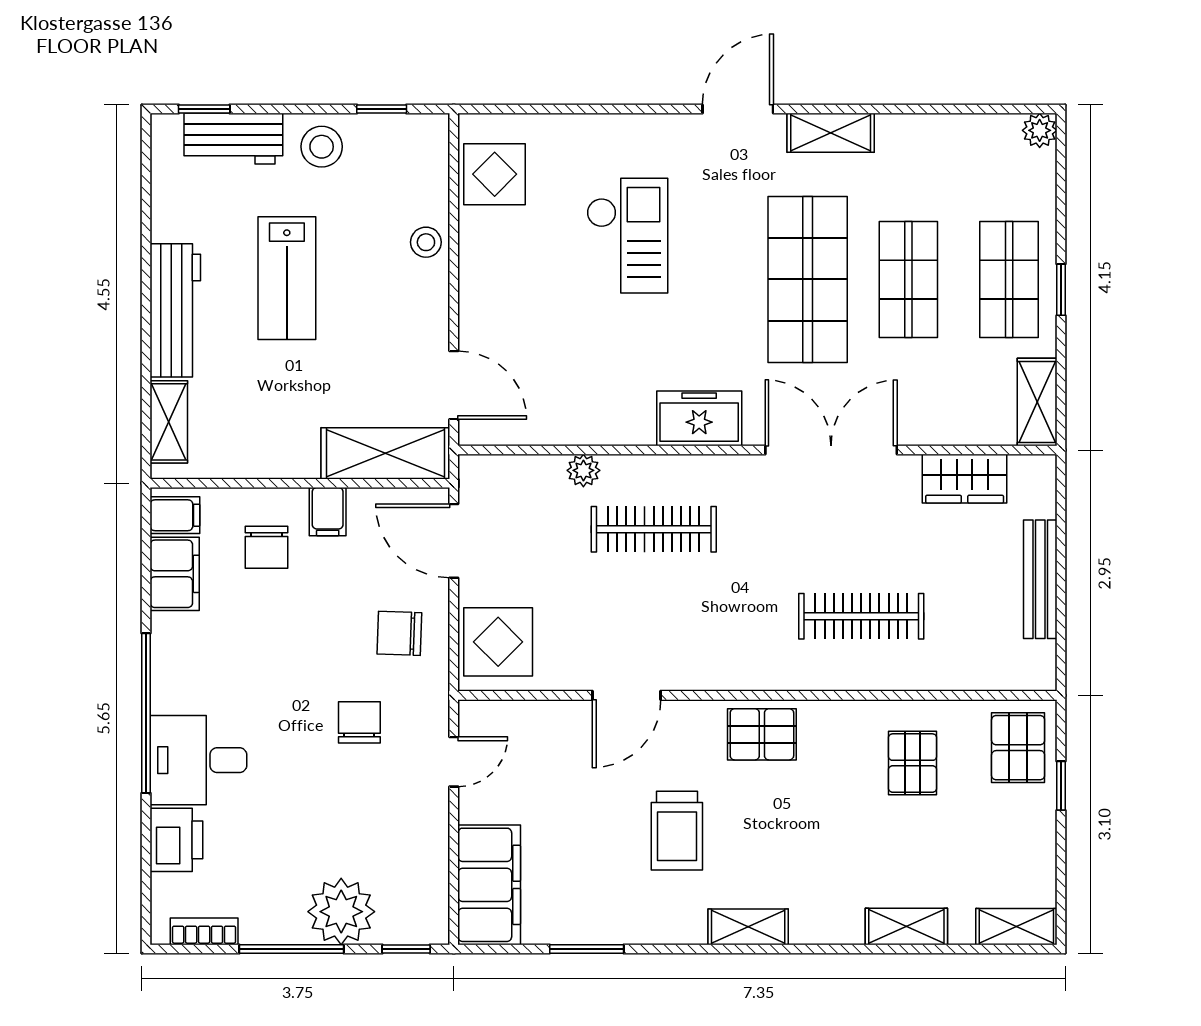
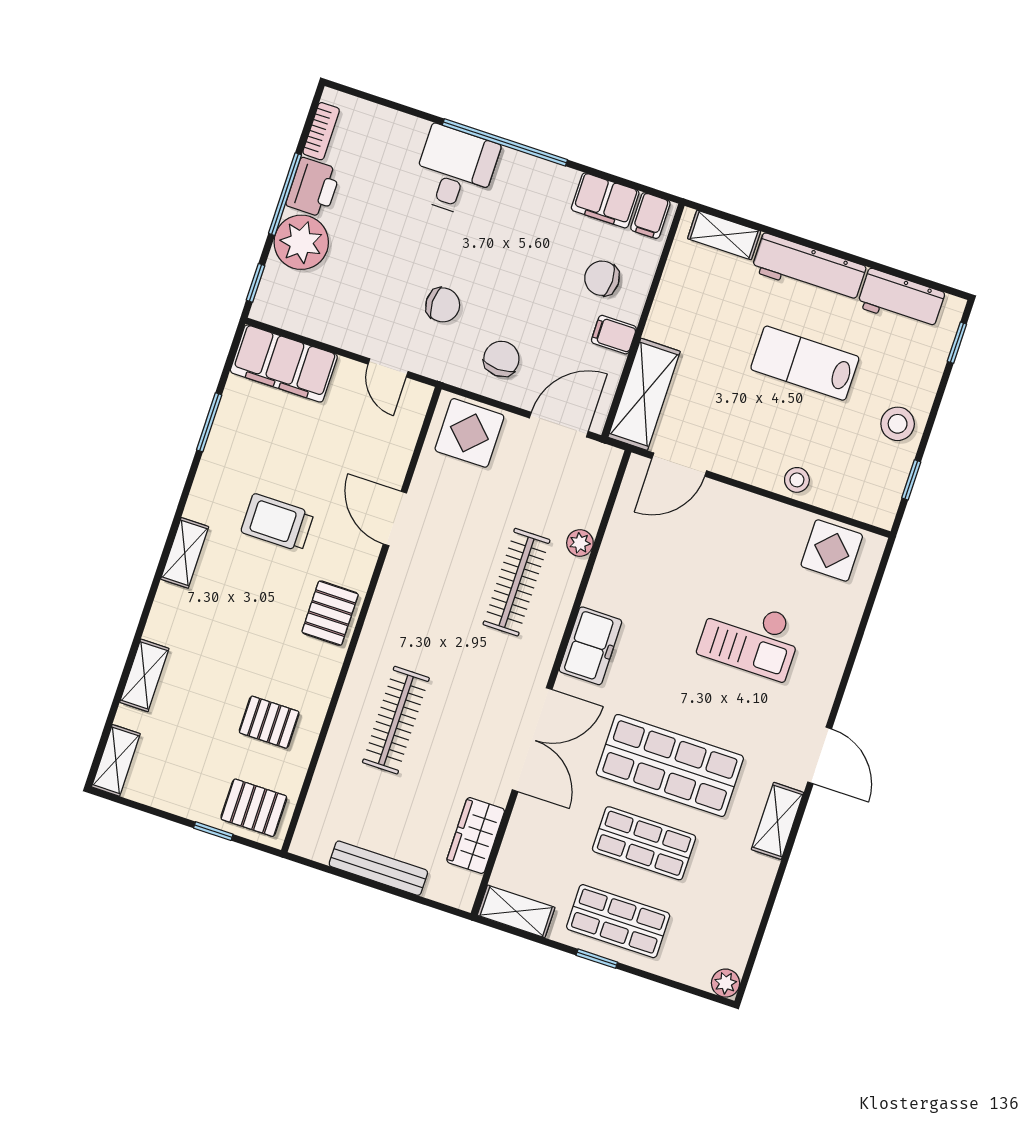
workbench: (233, 139) -> (901, 300), moved, turned -90
printer: (176, 840) -> (313, 188), moved, turned -90

